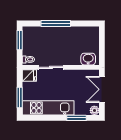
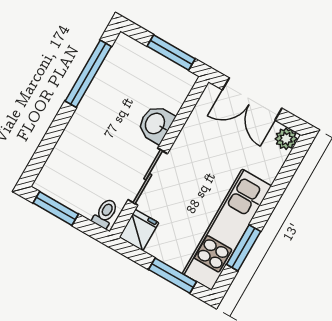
window: (56, 23) -> (88, 74), moved
window: (102, 50) -> (171, 52), added
washbasin: (88, 59) -> (156, 124), moved
window: (76, 118) -> (244, 248), moved

